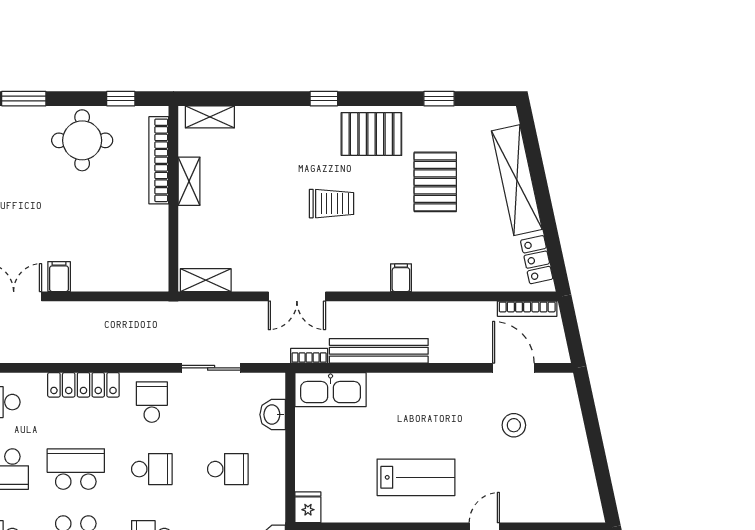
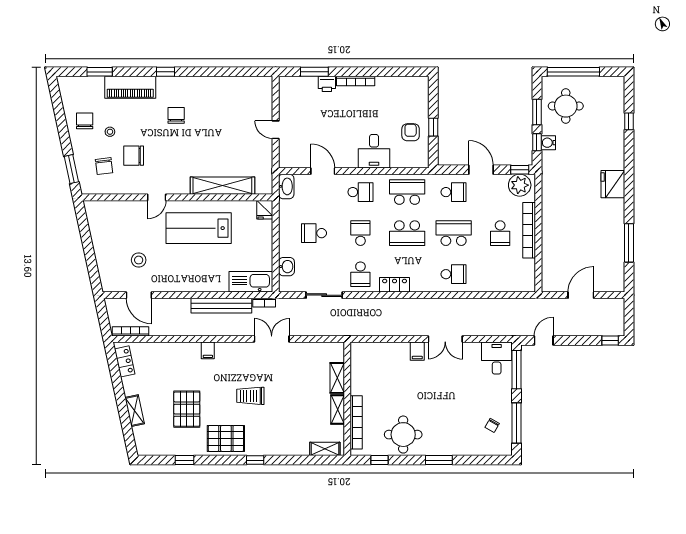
shelving: (517, 180) -> (135, 411), width x0.45, depth x0.75
shelving: (206, 280) -> (337, 378), moved, turned 90
locker: (83, 385) -> (395, 285), width x0.66
school desk: (152, 469) -> (360, 233), turned 90
lab bench: (416, 477) -> (199, 228), width x1.36, depth x1.39

